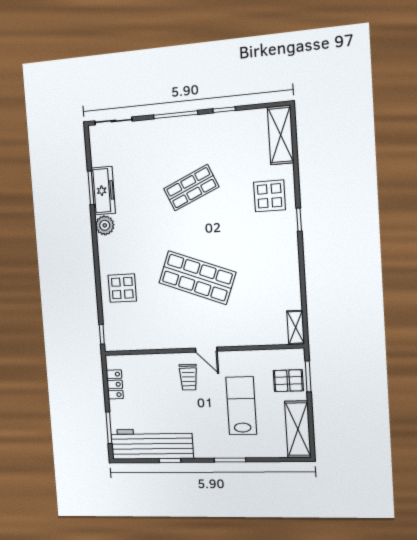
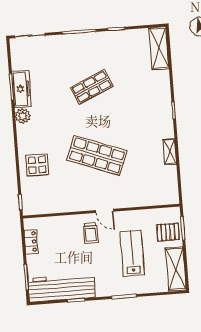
display table: (270, 196) -> (152, 93), removed
shelving: (296, 327) -> (170, 152), moved

